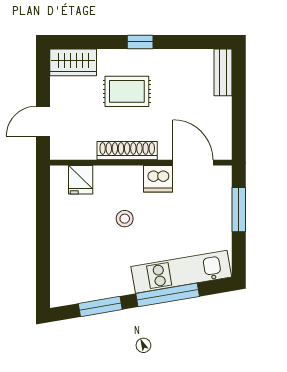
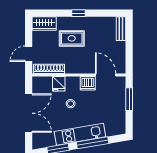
shoe rack: (127, 151) -> (49, 69), moved
fridge: (81, 180) -> (59, 84), moved
double door: (43, 237) -> (29, 113), added
kitchen unit: (181, 272) -> (80, 134), moved

